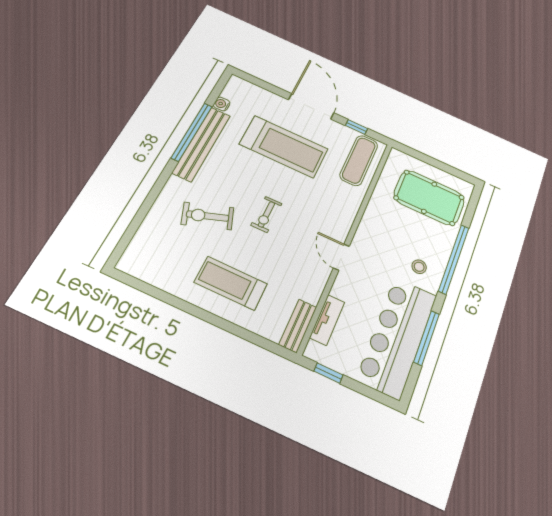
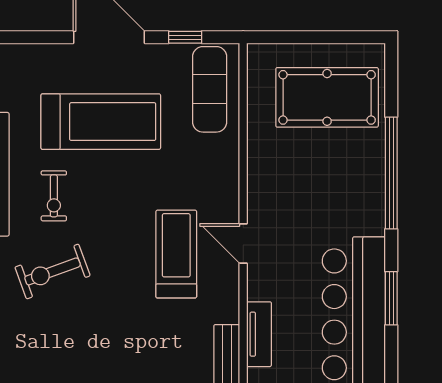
exercise bike: (266, 214) -> (54, 196), moved
stool: (419, 267) -> (349, 207), removed
treadmill: (231, 283) -> (176, 254), moved, turned 90
window: (427, 338) -> (391, 298), width x0.69

